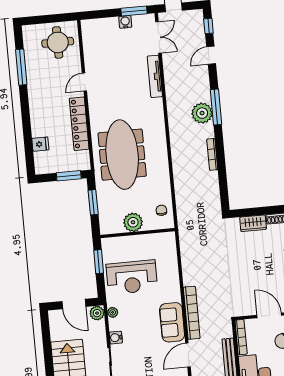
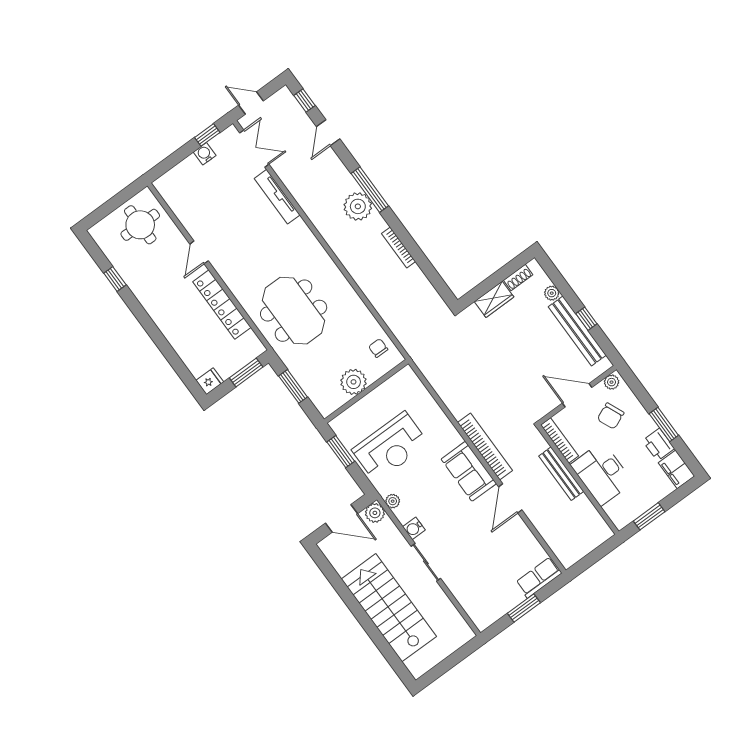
window: (134, 11) -> (207, 135), width x0.67
window: (21, 67) -> (115, 279), width x0.46
fridge: (40, 144) -> (210, 381), moved
meeting table: (122, 155) -> (294, 311), width x0.73

